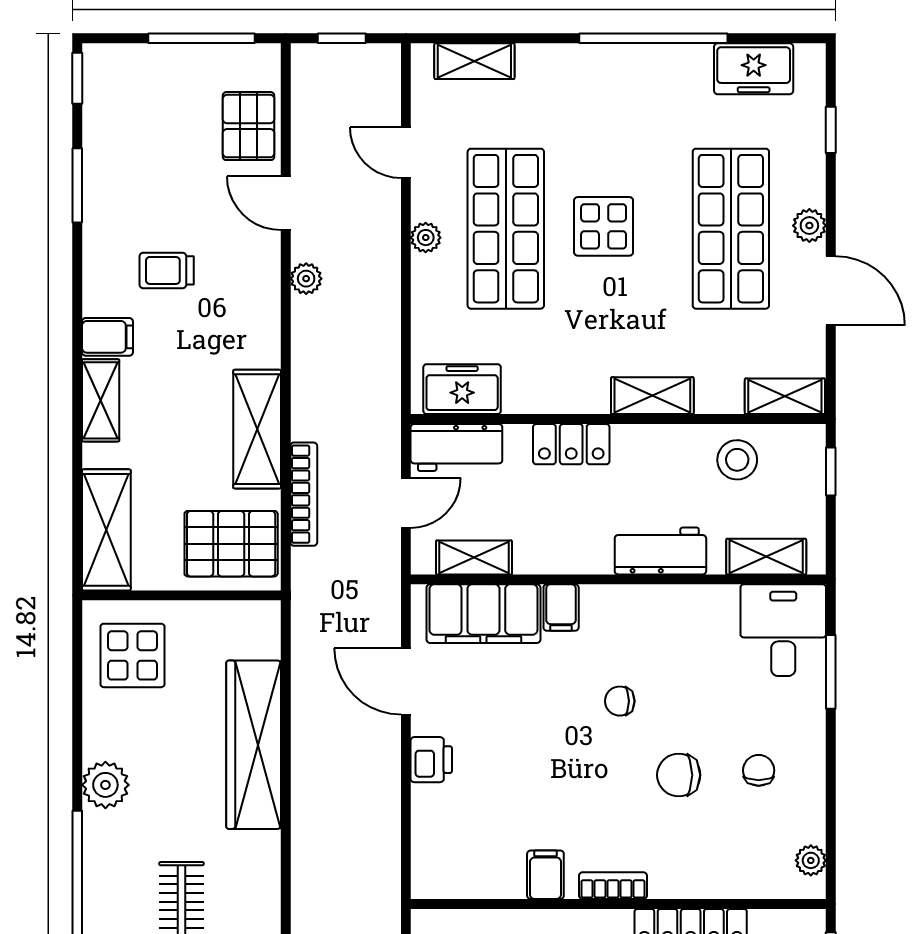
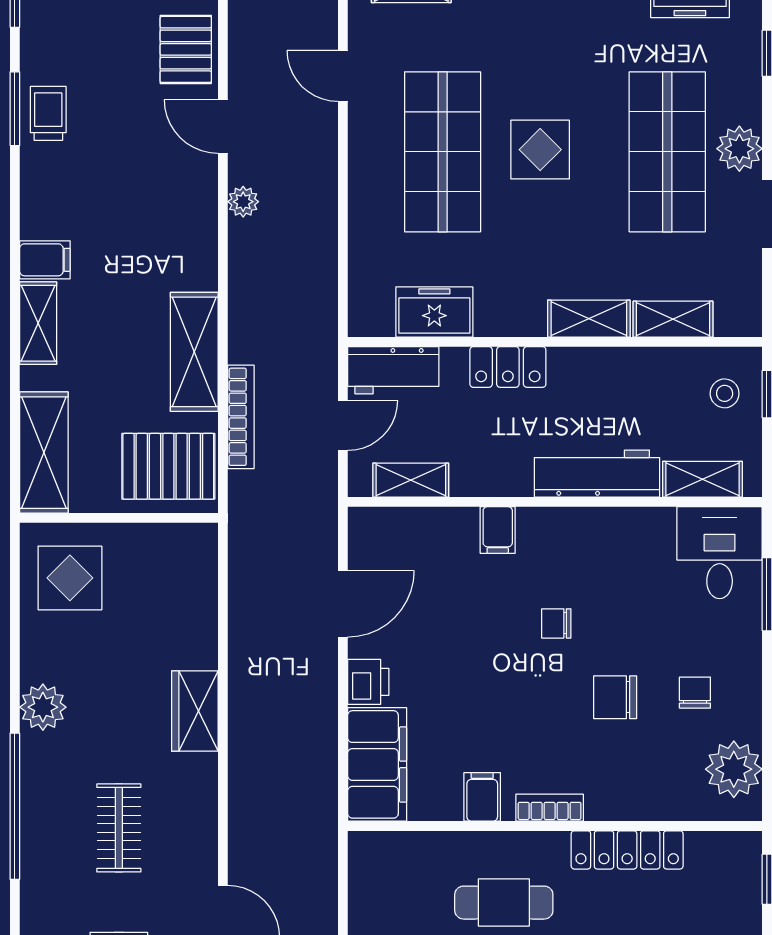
plant: (809, 226) -> (739, 149), width x1.38, depth x1.38
plant: (426, 238) -> (363, 161), removed
trolley: (167, 270) -> (48, 113), moved, turned 90
freezer: (462, 389) -> (434, 312), moved
shelving: (785, 396) -> (673, 319), moved
stool: (737, 460) -> (725, 393), moved, width x0.73, depth x0.73
workbench: (660, 551) -> (597, 474), width x1.38
filing cabinet: (483, 614) -> (377, 764), moved, turned -90
door: (406, 681) -> (343, 604), swing flipped
wardrobe: (254, 745) -> (195, 711), width x0.48, depth x0.85
plant: (811, 860) -> (734, 769), width x1.87, depth x1.87

